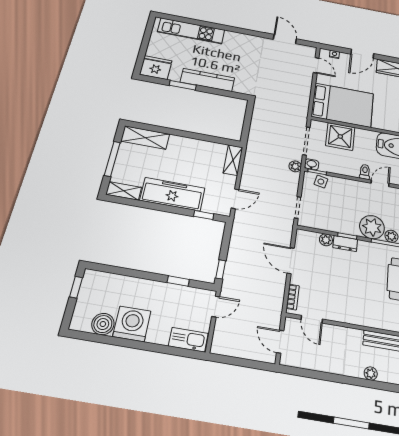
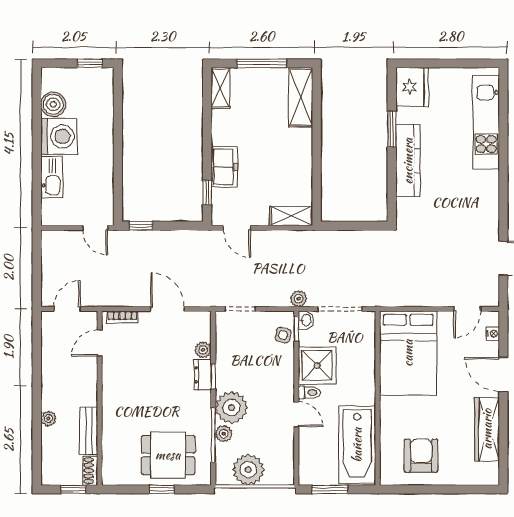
shower: (340, 136) -> (317, 365), moved
freezer: (172, 194) -> (224, 167), width x0.52, depth x0.79
door: (291, 261) -> (168, 309), hinge flipped
window: (178, 281) -> (118, 178), removed
kitchen sink: (188, 340) -> (52, 177), moved

